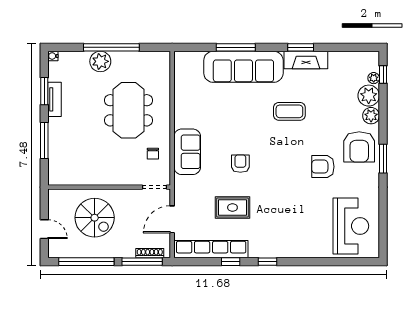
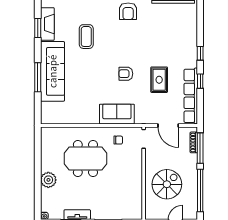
window: (111, 47) -> (38, 172), removed

